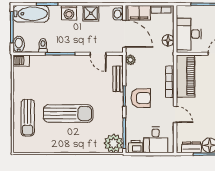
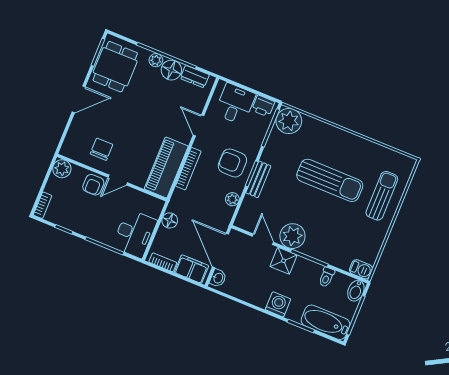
shower: (91, 13) -> (284, 261), moved
desk: (189, 34) -> (135, 234), moved
plant: (131, 60) -> (232, 199), moved
plant: (78, 64) -> (292, 236), added
bench: (118, 79) -> (258, 179), moved
sun lounger: (68, 114) -> (330, 180), turned 180

